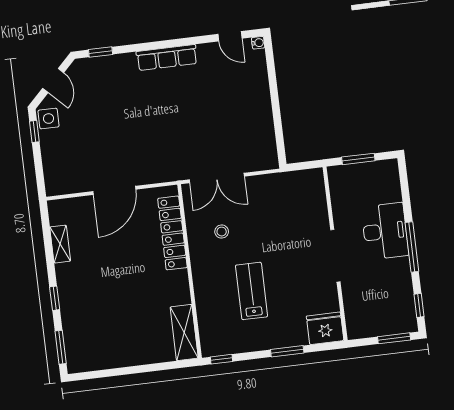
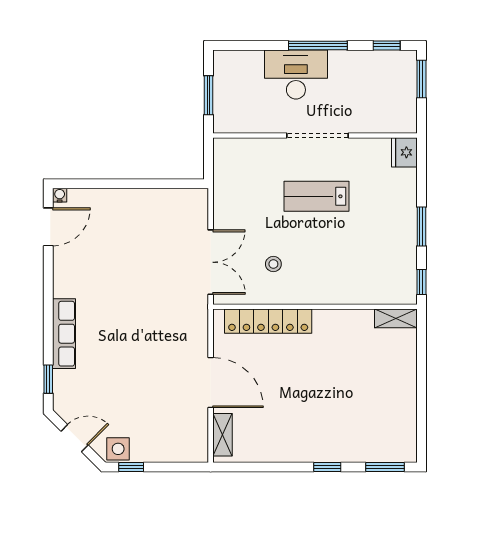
door: (230, 36) -> (48, 227), width x1.38
row of seats: (167, 58) -> (64, 334), moved
shelving: (60, 244) -> (222, 435), moved, turned 90
lab bench: (252, 291) -> (316, 196), moved
fridge: (325, 328) -> (404, 152), width x0.73, depth x0.75
shelving: (184, 333) -> (396, 318), width x0.67, depth x0.75
window: (287, 351) -> (421, 227), moved

